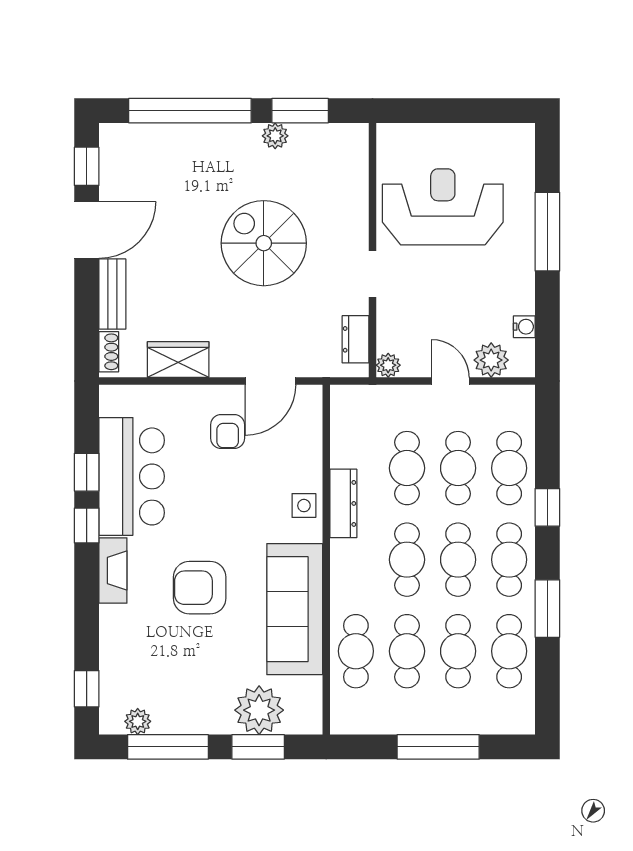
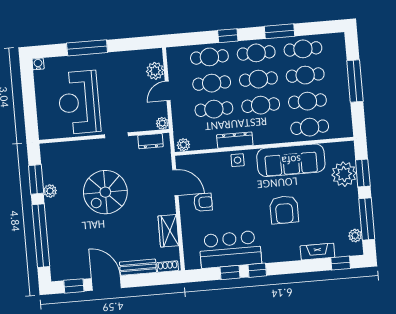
water cooler: (524, 327) -> (38, 64), moved
plant: (343, 403) -> (183, 145), added
fireplace: (113, 570) -> (317, 252), moved

